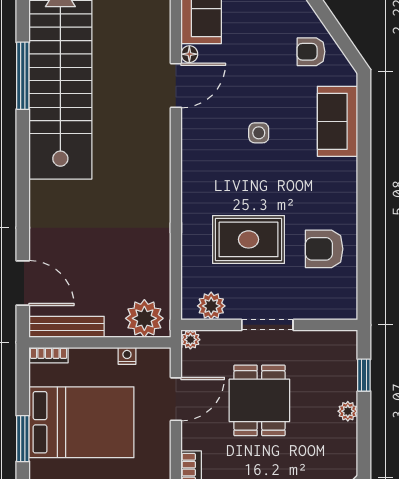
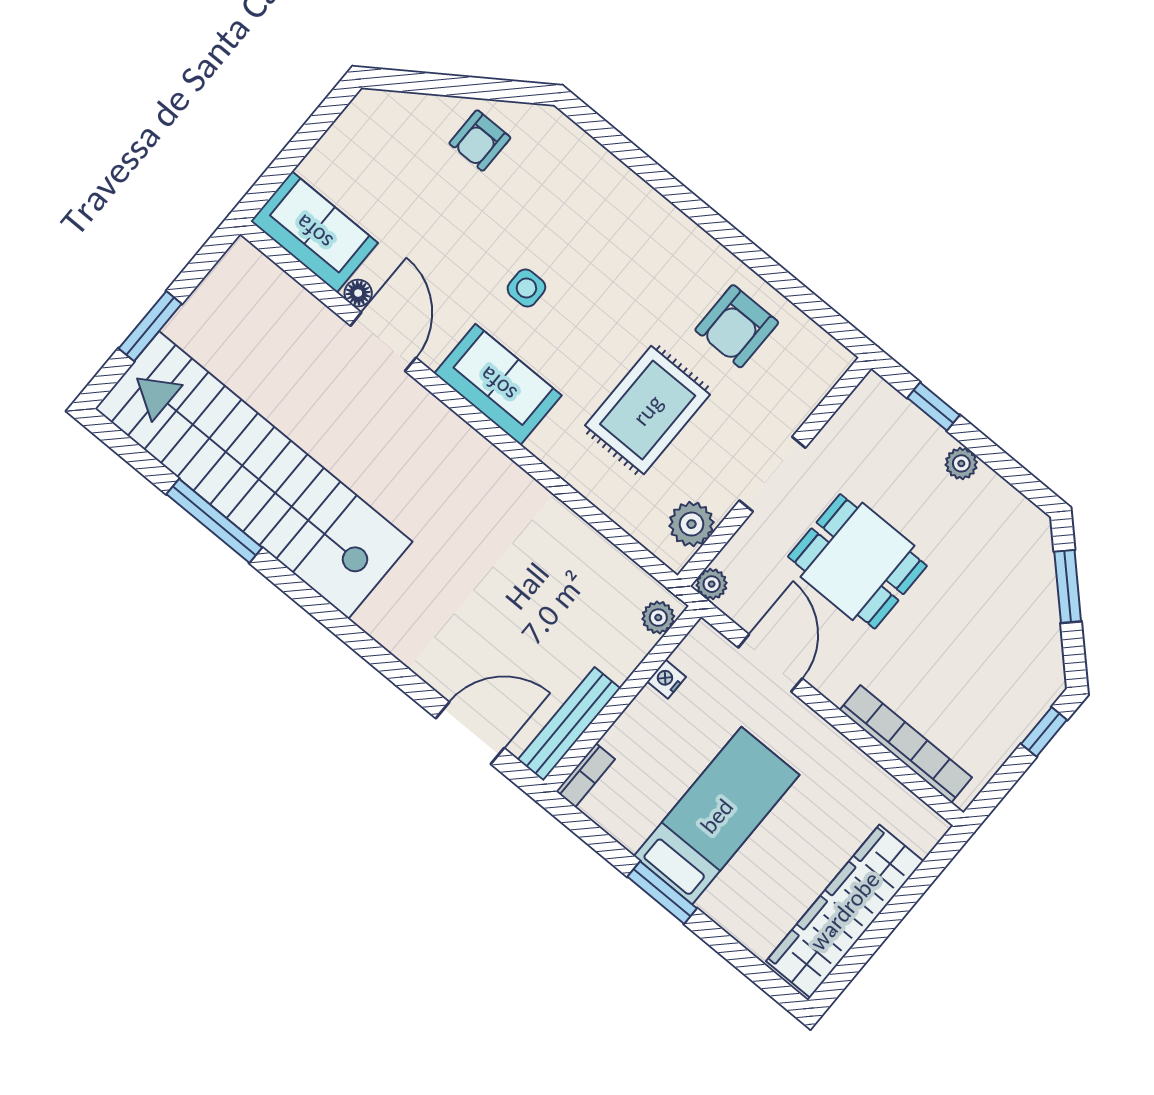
sofa: (338, 121) -> (498, 384), moved, turned 180
plant: (144, 318) -> (658, 618), width x0.53, depth x0.53
bed: (81, 422) -> (717, 816), width x0.67

